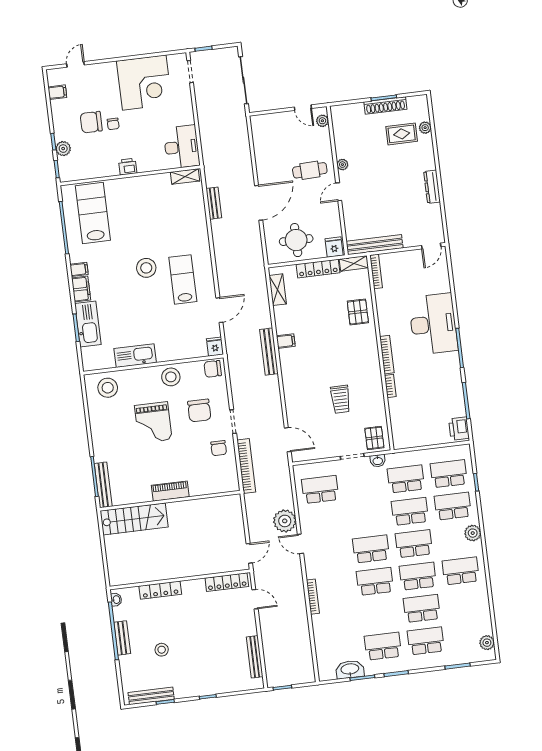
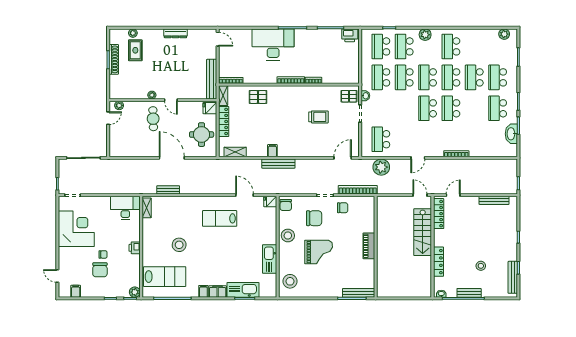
plant: (63, 149) -> (135, 292), moved
lab bench: (93, 213) -> (165, 277), turned 180
stool: (146, 268) -> (179, 245), moved
stairs: (134, 519) -> (423, 232), moved, turned 180
plant: (285, 521) -> (381, 167), moved

